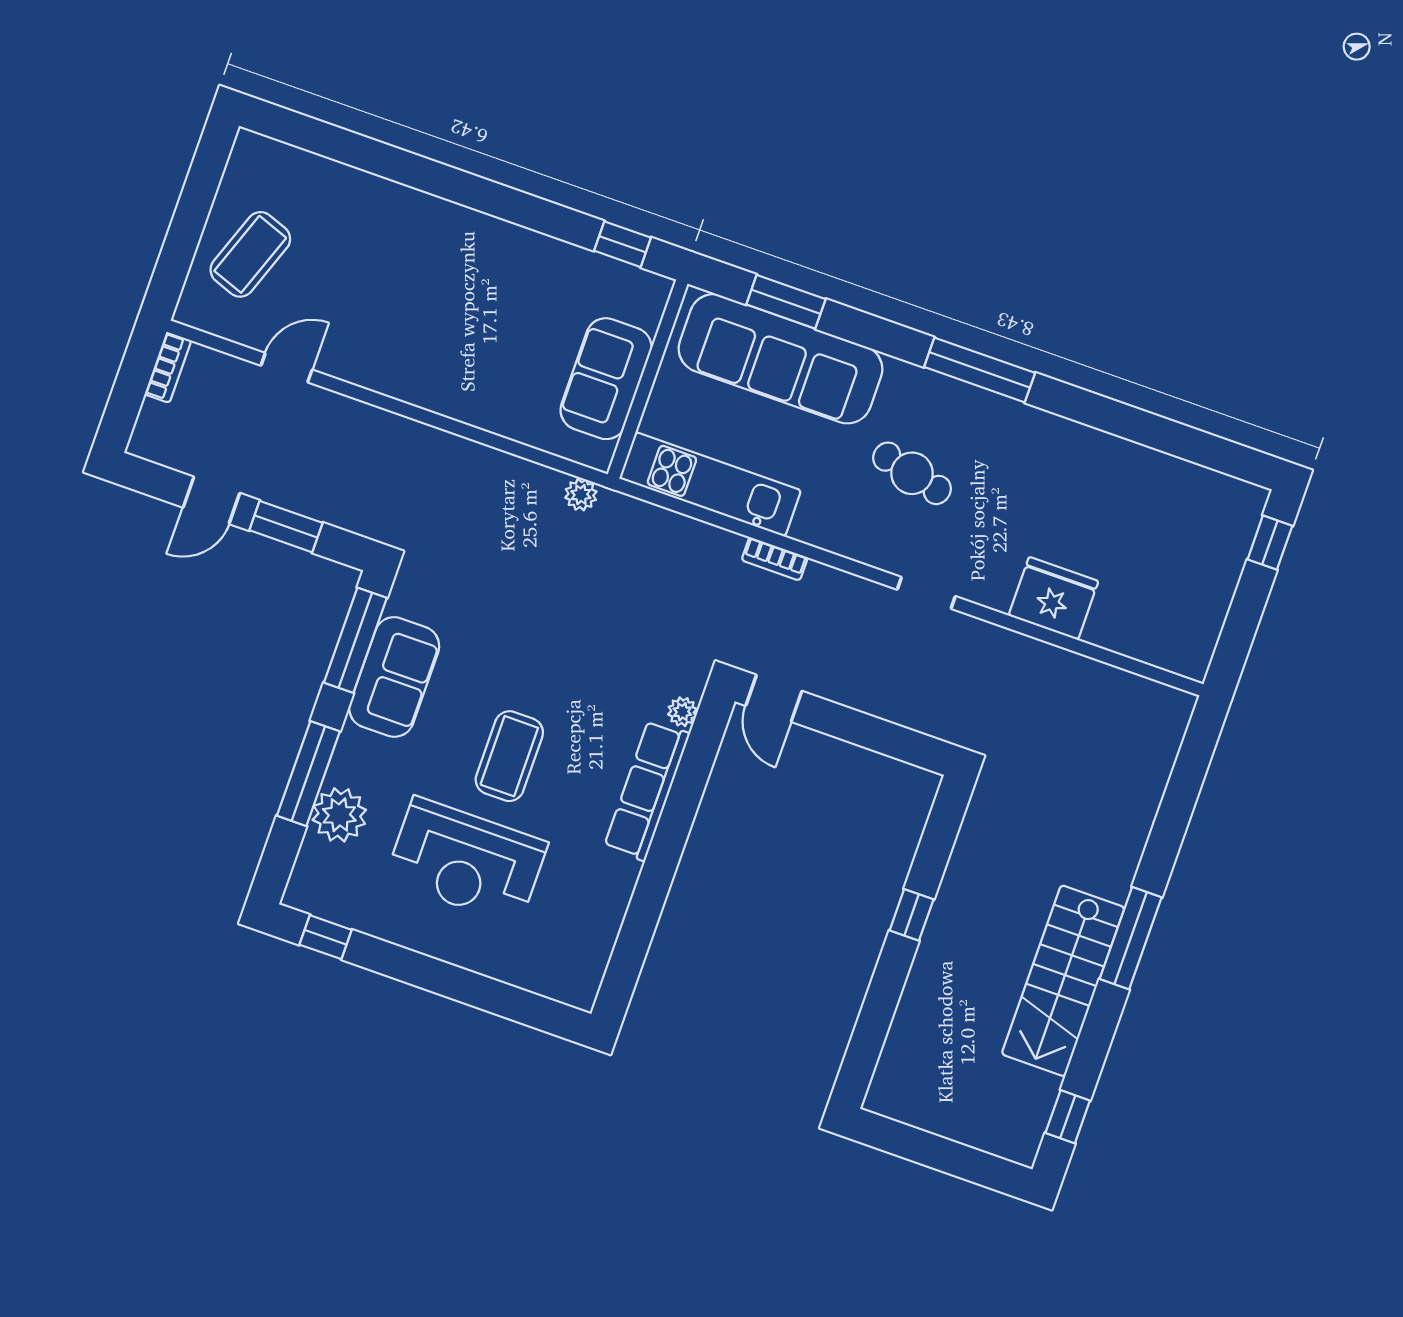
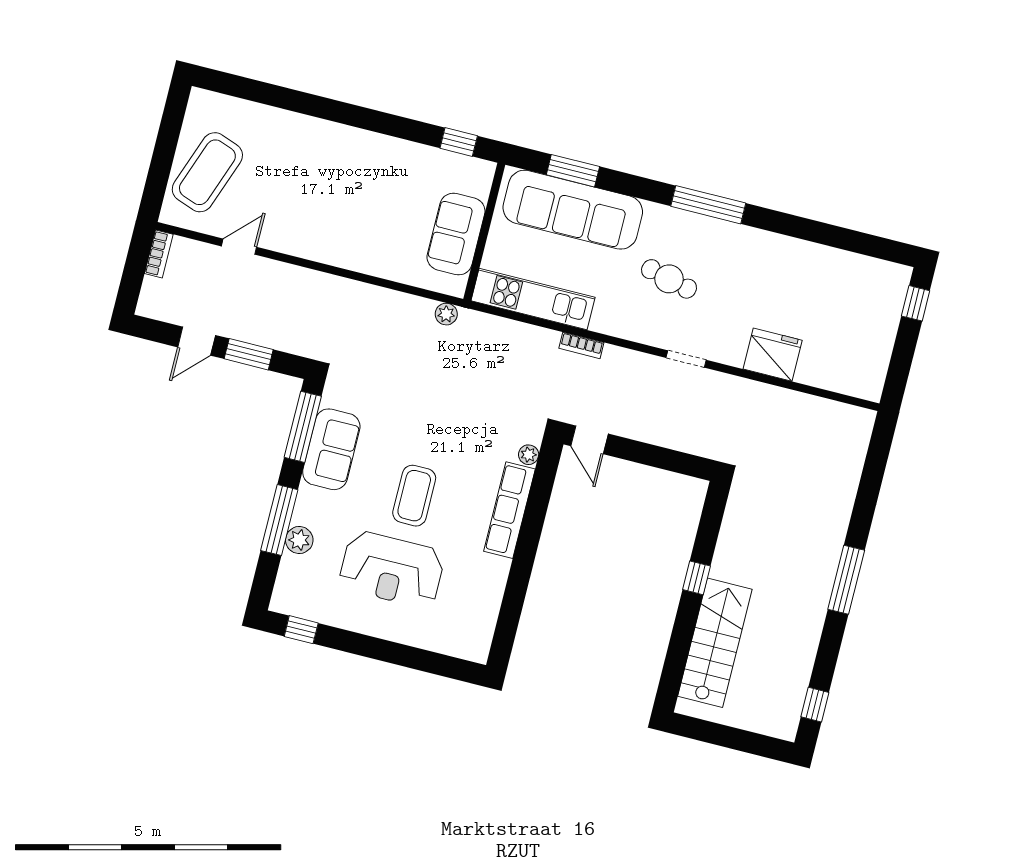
coffee table: (250, 254) -> (207, 172), width x1.36, depth x1.32
plant: (339, 815) -> (299, 540), width x0.73, depth x0.73
stairs: (1063, 981) -> (715, 643), moved, turned 180

